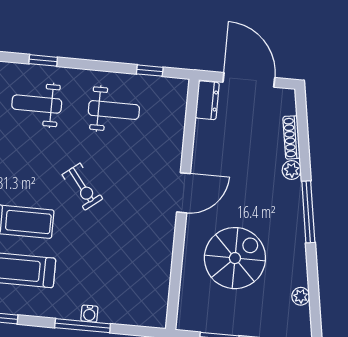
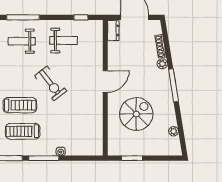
window: (43, 60) -> (23, 17), width x2.17
exercise bike: (82, 187) -> (51, 83), width x1.38, depth x1.39
window: (83, 326) -> (44, 158), moved

